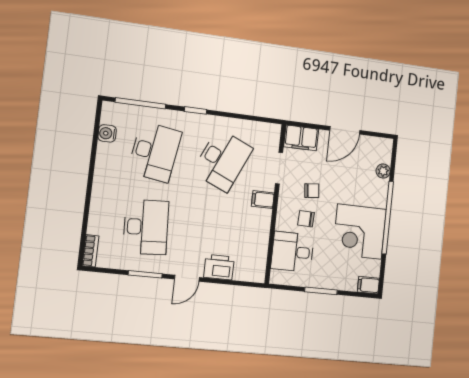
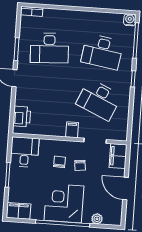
water cooler: (107, 133) -> (130, 20), moved
corner desk: (360, 232) -> (64, 203), moved
desk: (292, 252) -> (25, 152), moved
printer: (219, 267) -> (22, 117), moved
filing cabinet: (368, 285) -> (19, 211), width x2.00

